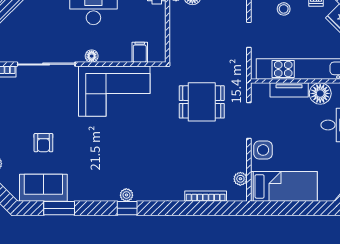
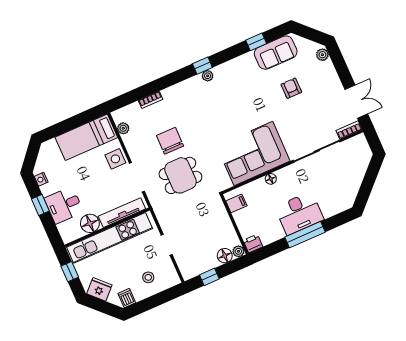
filing cabinet: (140, 52) -> (236, 203), moved, turned -90
floor lamp: (92, 56) -> (271, 179), moved
tv unit: (289, 90) -> (122, 213), width x1.41
chair: (197, 144) -> (170, 141), added
bookcase: (206, 196) -> (151, 100), width x0.64
window: (59, 208) -> (256, 42), width x0.67

